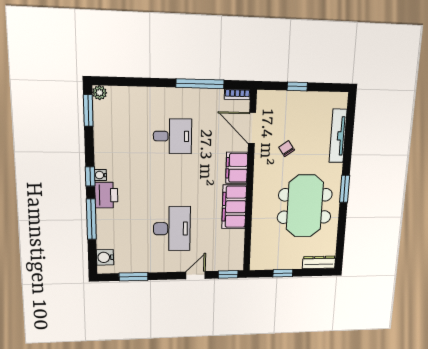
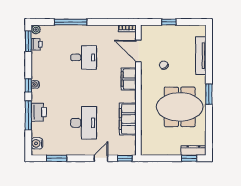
window: (200, 84) -> (71, 22), moved
printer: (101, 115) -> (37, 44), added
printer: (106, 195) -> (39, 112), moved
meeting table: (305, 206) -> (180, 107), turned 90
filing cabinet: (234, 207) -> (128, 119), moved
window: (283, 273) -> (189, 158), moved

